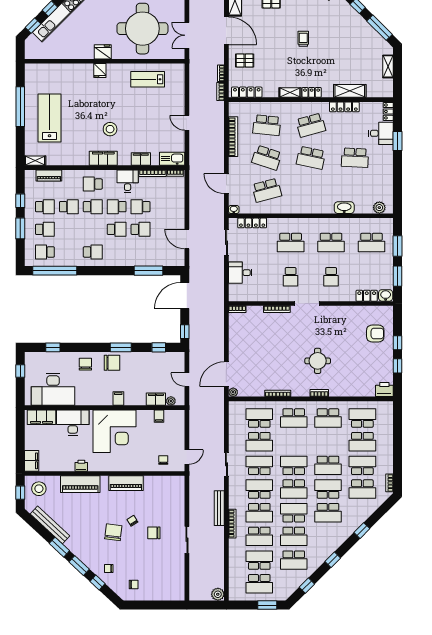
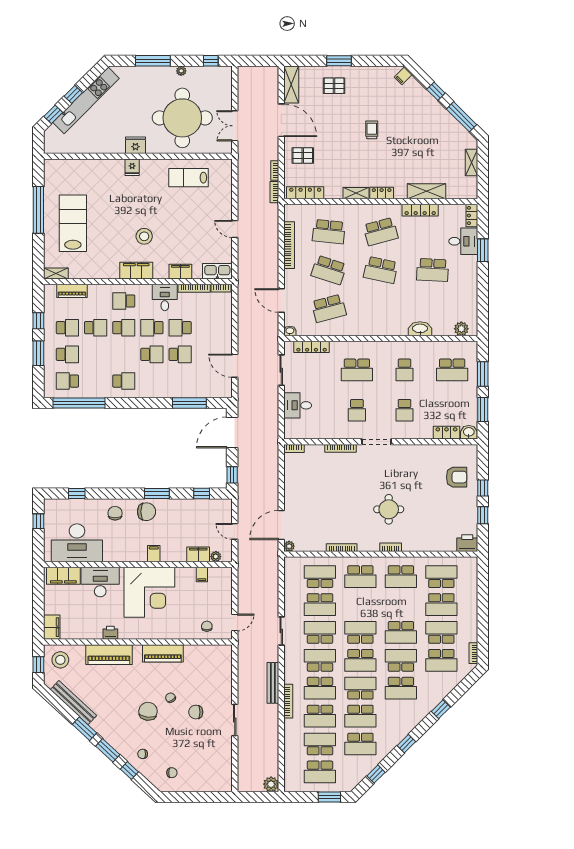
school desk: (331, 243) -> (404, 370), width x0.54

